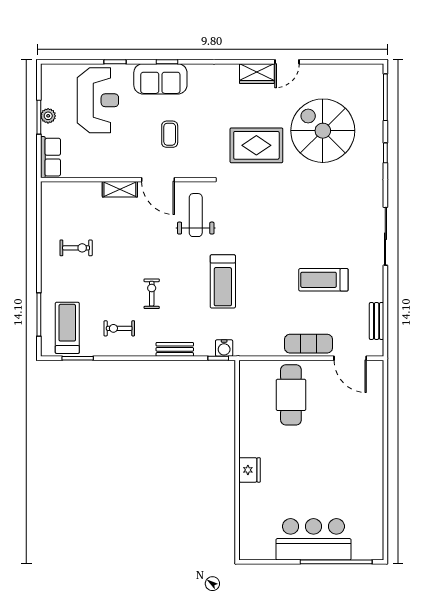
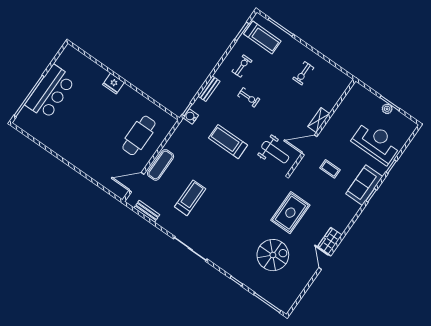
reception desk: (98, 100) -> (376, 142), turned 180
spiral stairs: (323, 131) -> (273, 255), width x0.73, depth x0.73
row of seats: (51, 157) -> (363, 94), removed
cafe table: (291, 395) -> (139, 135), turned 90

